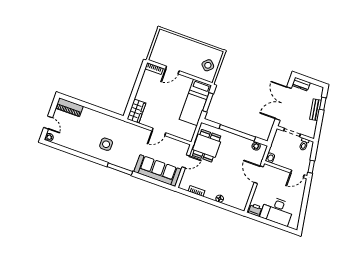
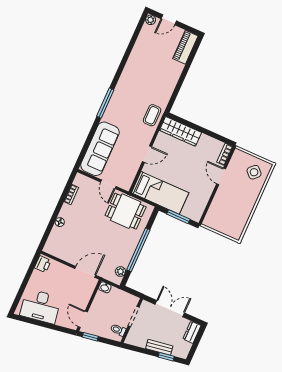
side table: (208, 65) -> (254, 172), moved
bed: (195, 102) -> (160, 193), moved, turned 180
double door: (283, 104) -> (170, 309), width x0.73
wardrobe: (136, 111) -> (180, 131), width x1.50
coffee table: (127, 130) -> (152, 115), added
door: (159, 132) -> (147, 154), swing flipped
side table: (106, 144) -> (137, 89), removed
desk: (277, 211) -> (40, 306), moved, turned -99

